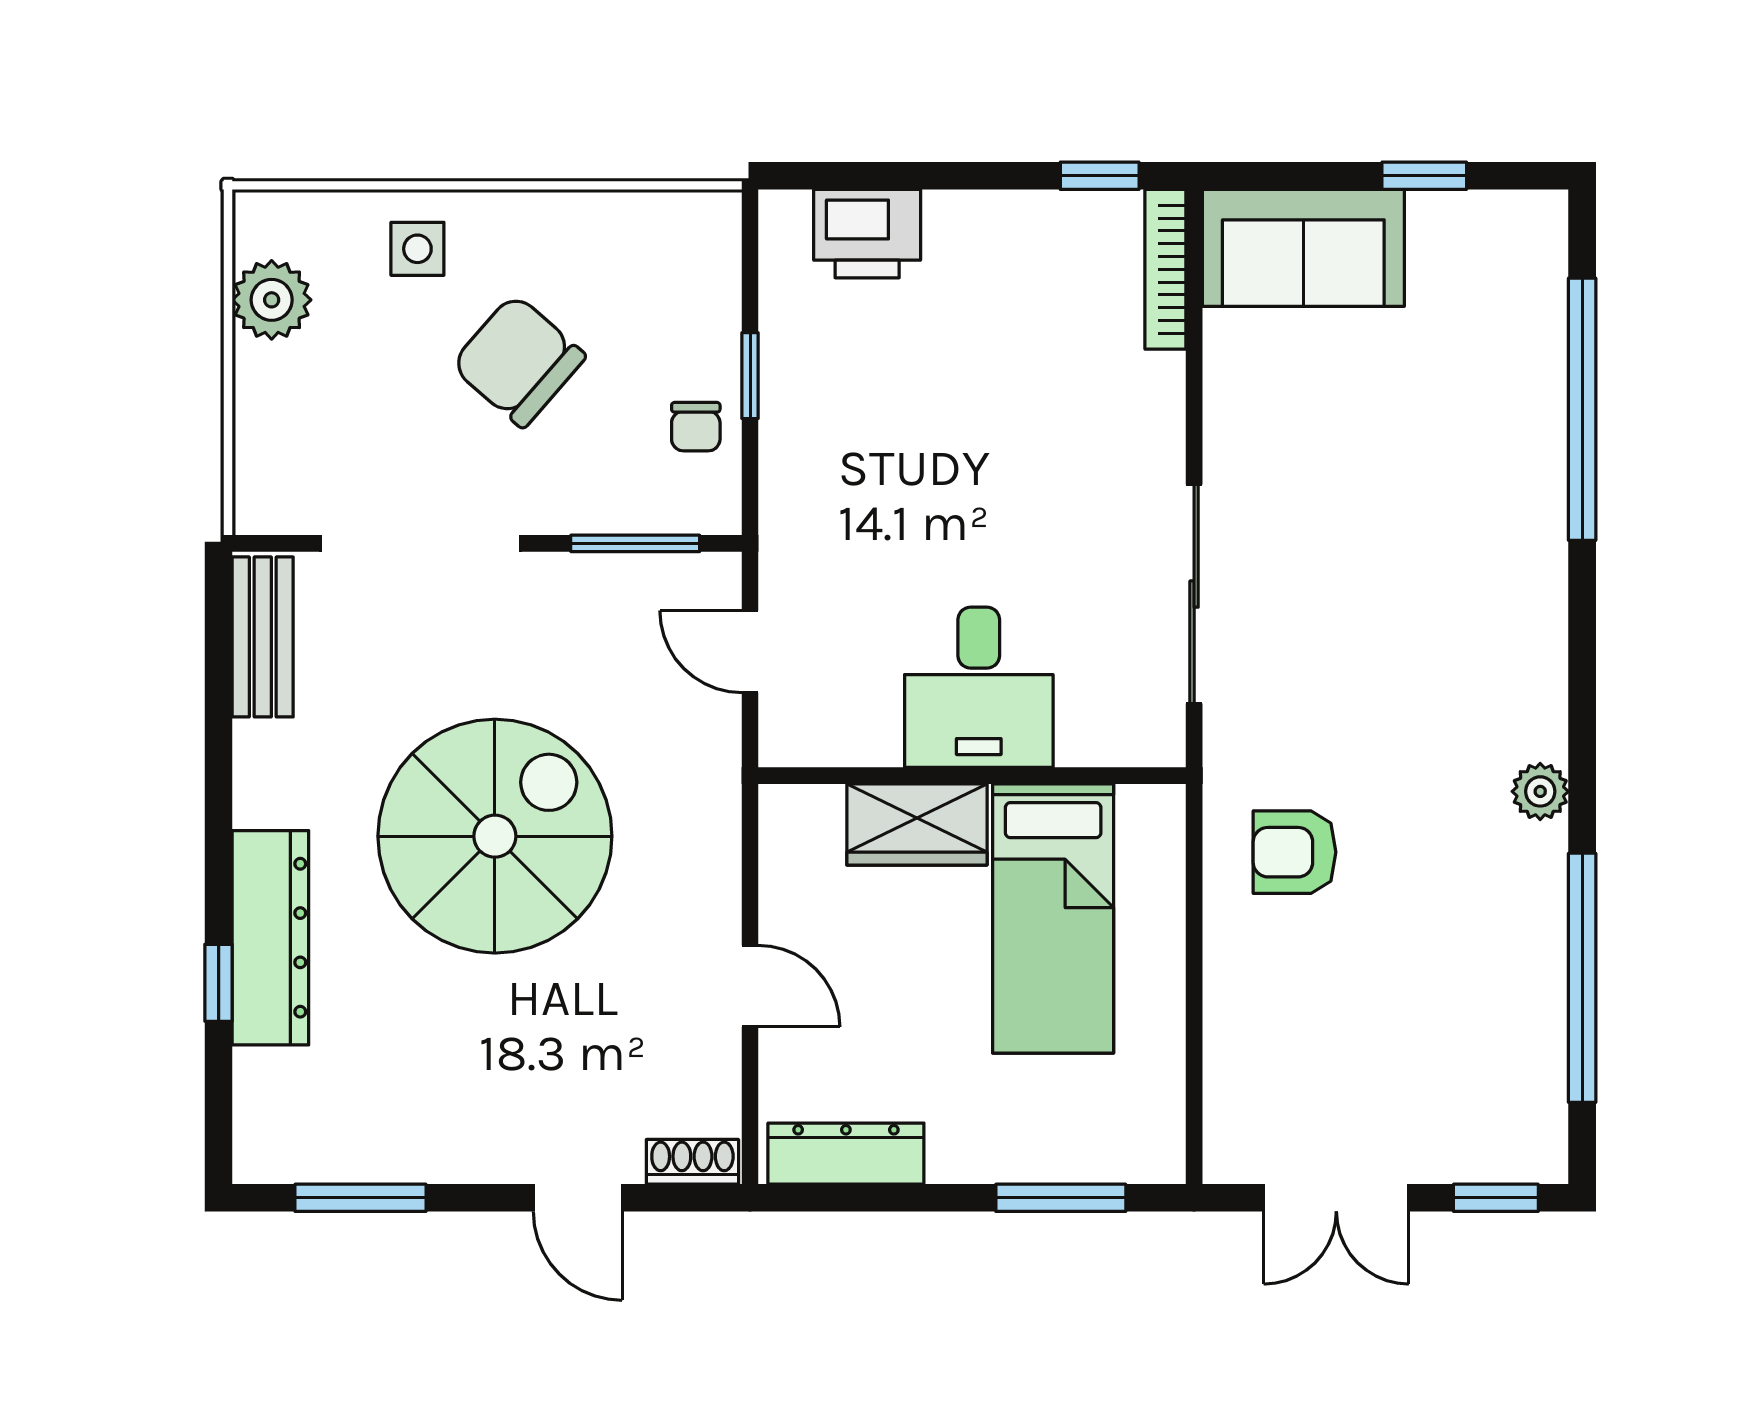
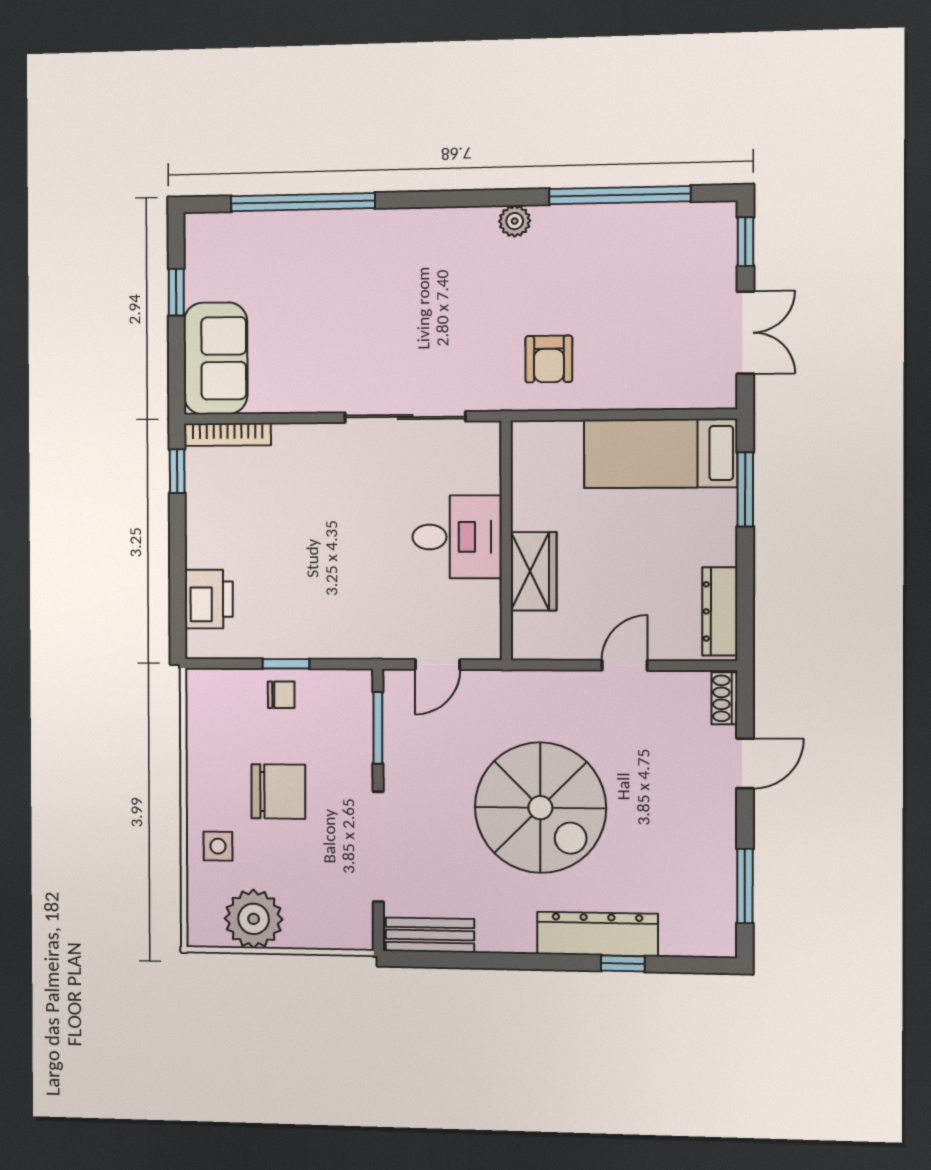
plant: (272, 300) -> (254, 919), width x1.36, depth x1.36
chair: (518, 361) -> (278, 792), turned -131
chair: (696, 427) -> (281, 695), moved
spiral stairs: (495, 836) -> (540, 808), turned 180
bed: (1053, 918) -> (661, 453), moved, turned 180

